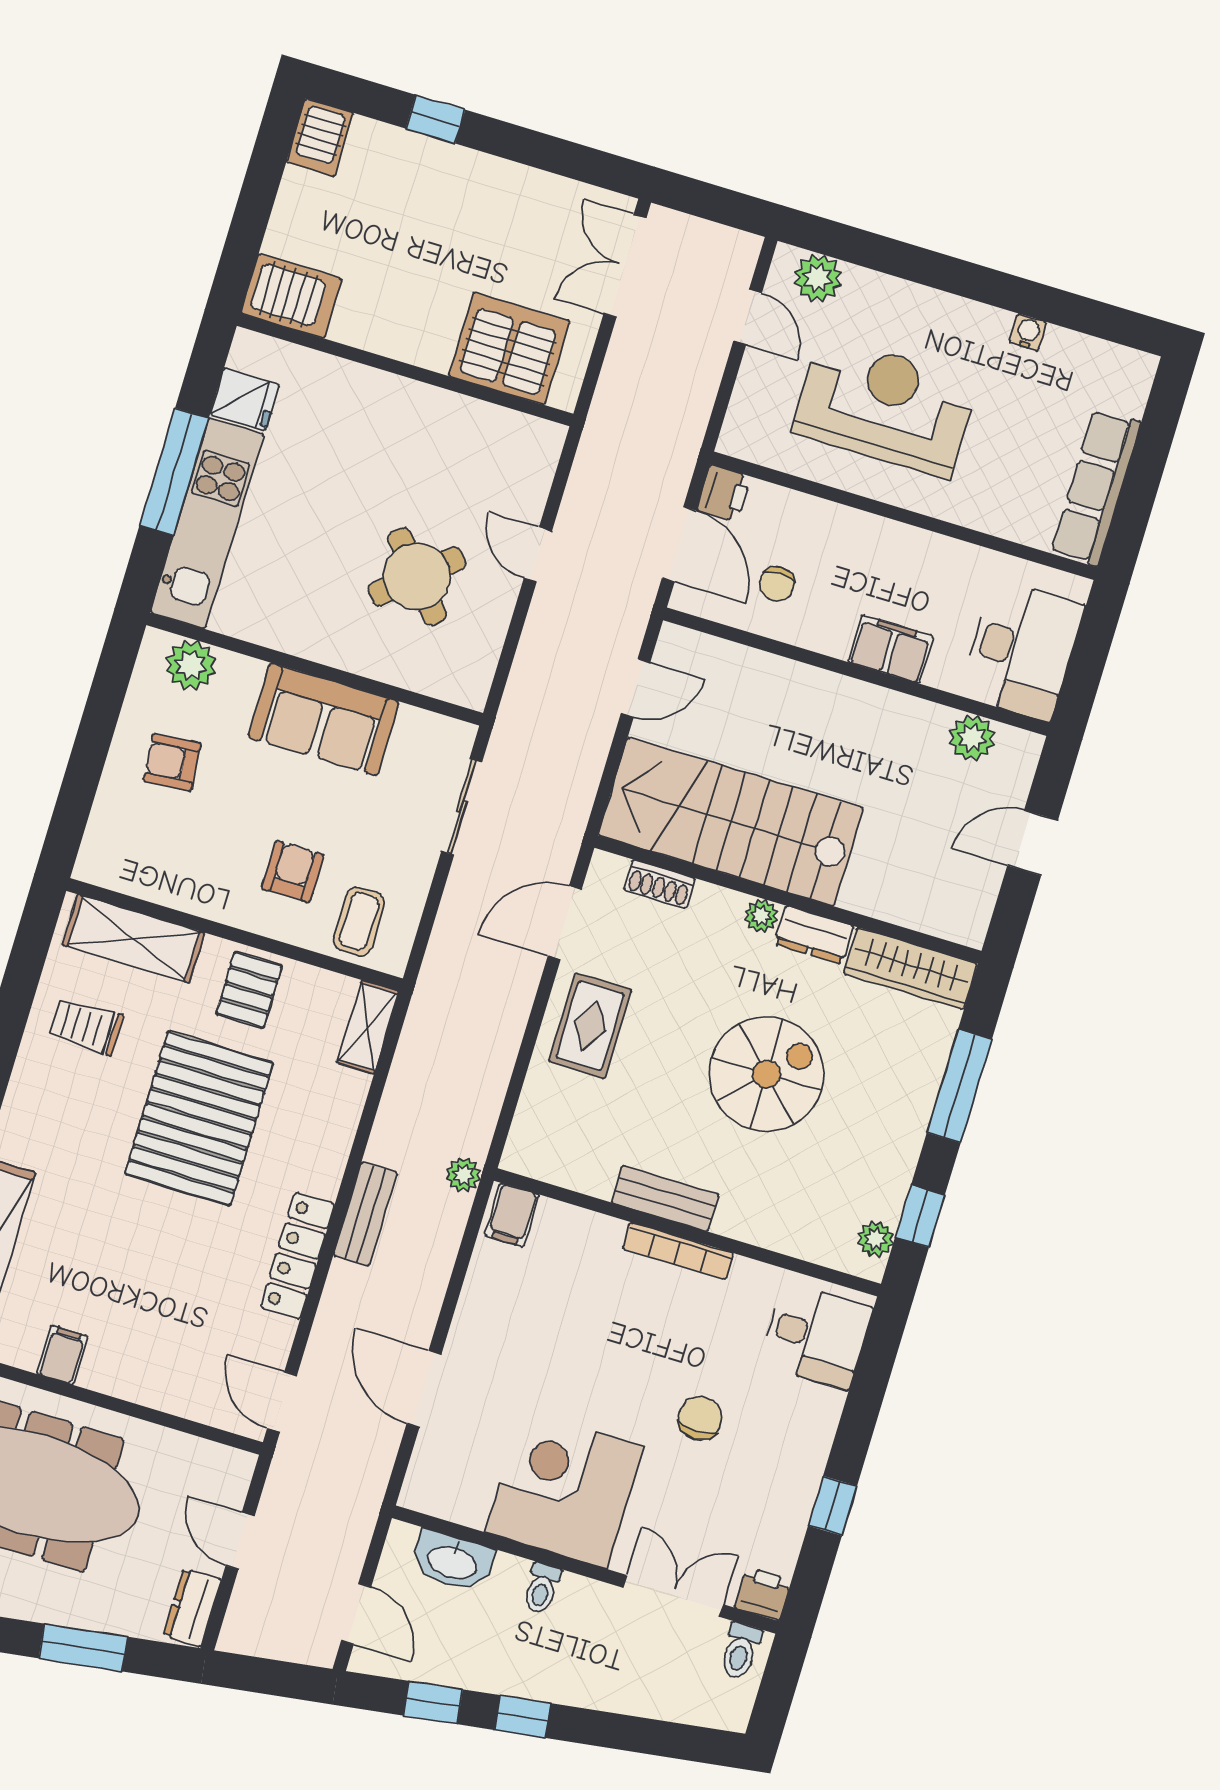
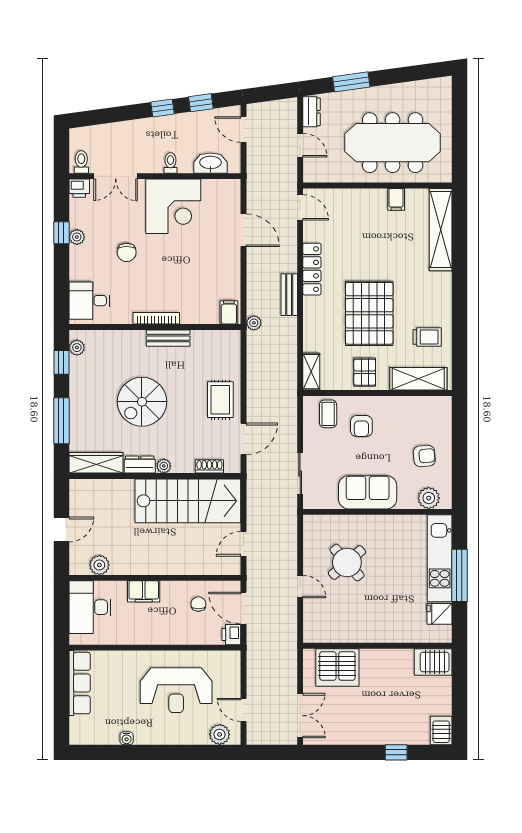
plant: (801, 1486) -> (77, 237), added

